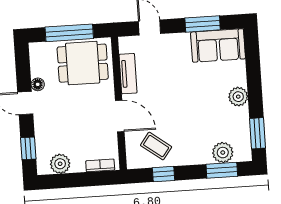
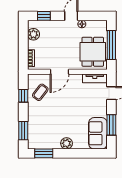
tv unit: (128, 74) -> (95, 78), moved
plant: (223, 153) -> (34, 132), removed

